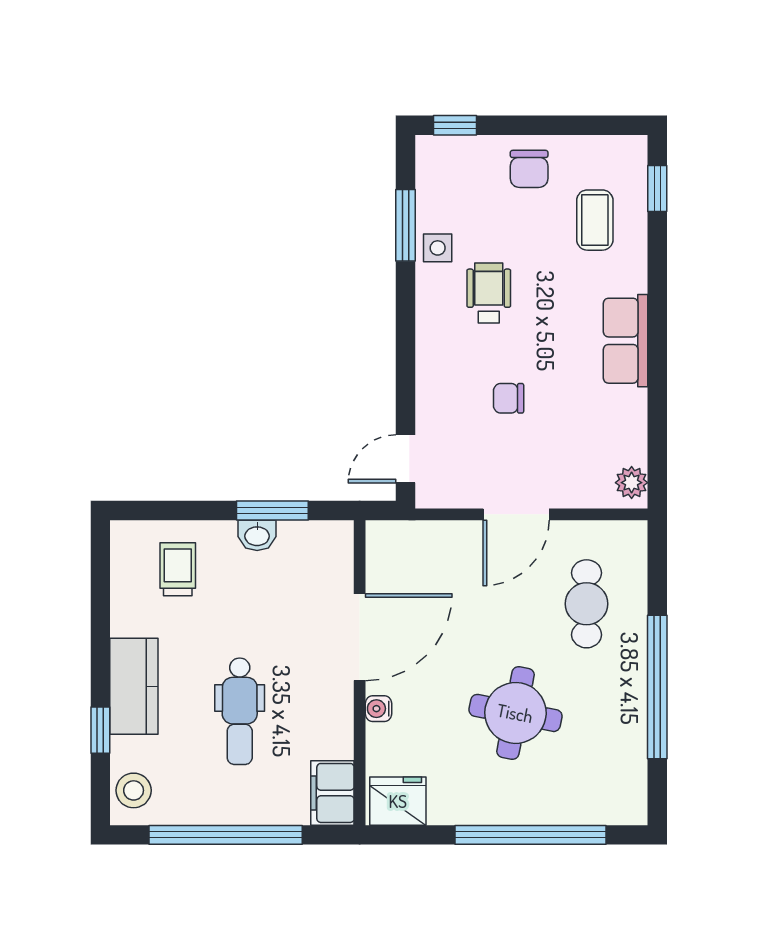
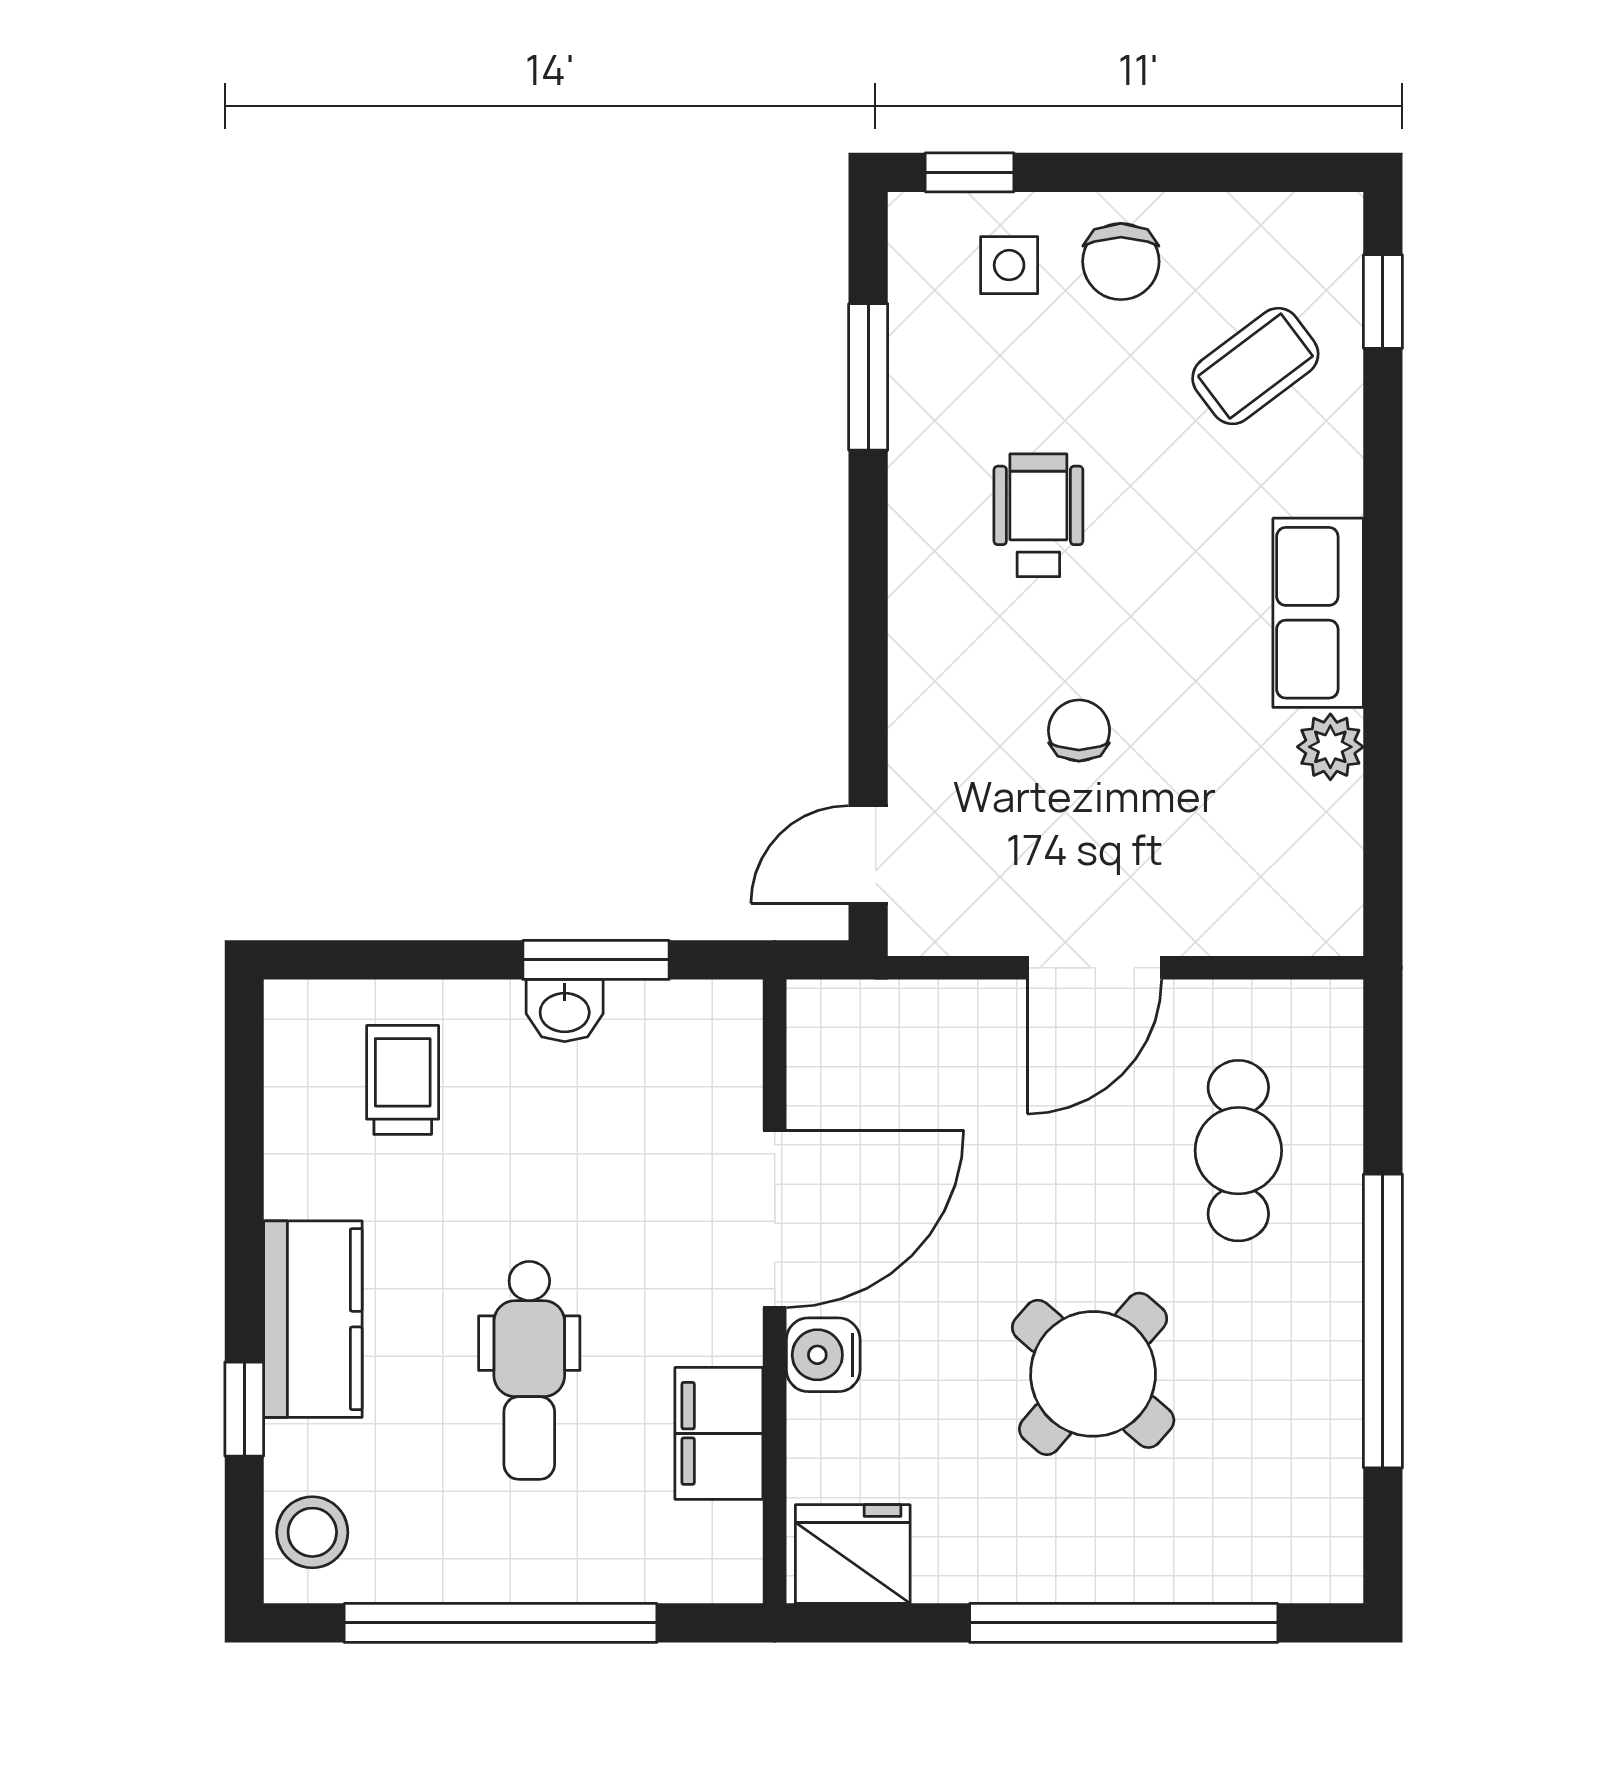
coffee table: (595, 220) -> (1255, 366), turned 53
side table: (438, 248) -> (1009, 265), moved
chair: (509, 398) -> (1079, 730), turned 90
plant: (632, 483) -> (1330, 747), moved
water cooler: (379, 709) -> (823, 1355), width x1.38, depth x1.38
round table: (515, 713) -> (1093, 1374), turned 30
filing cabinet: (332, 793) -> (719, 1433), moved

